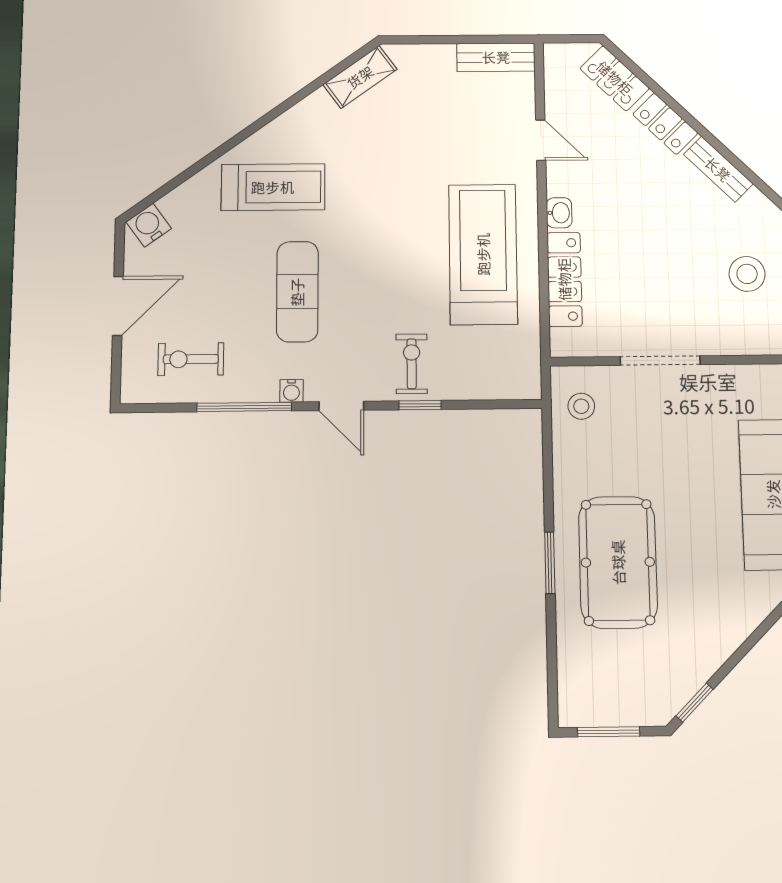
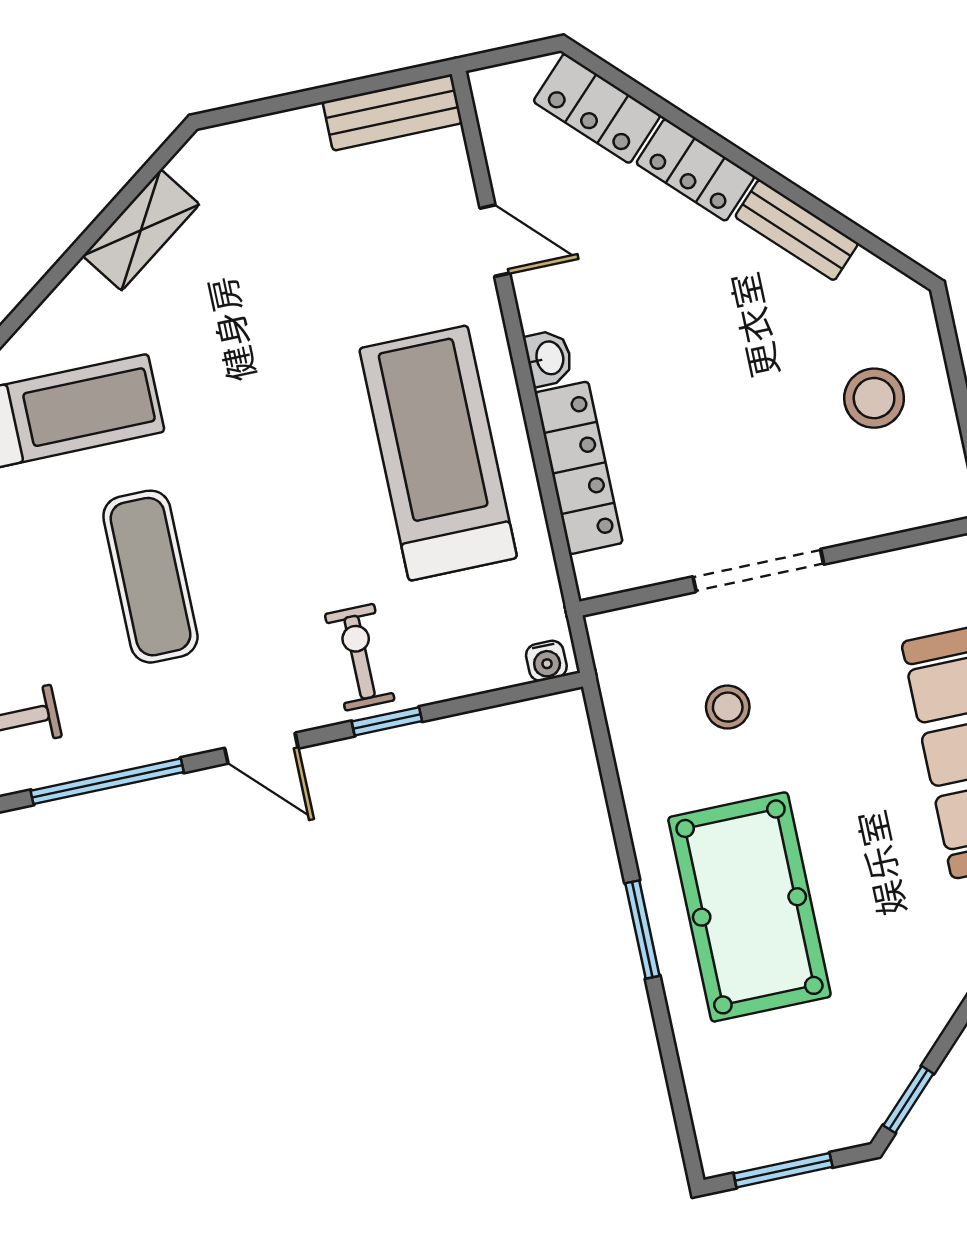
shelving: (360, 77) -> (141, 230), moved
water cooler: (291, 391) -> (546, 661), moved
stool: (581, 406) -> (728, 707), moved

